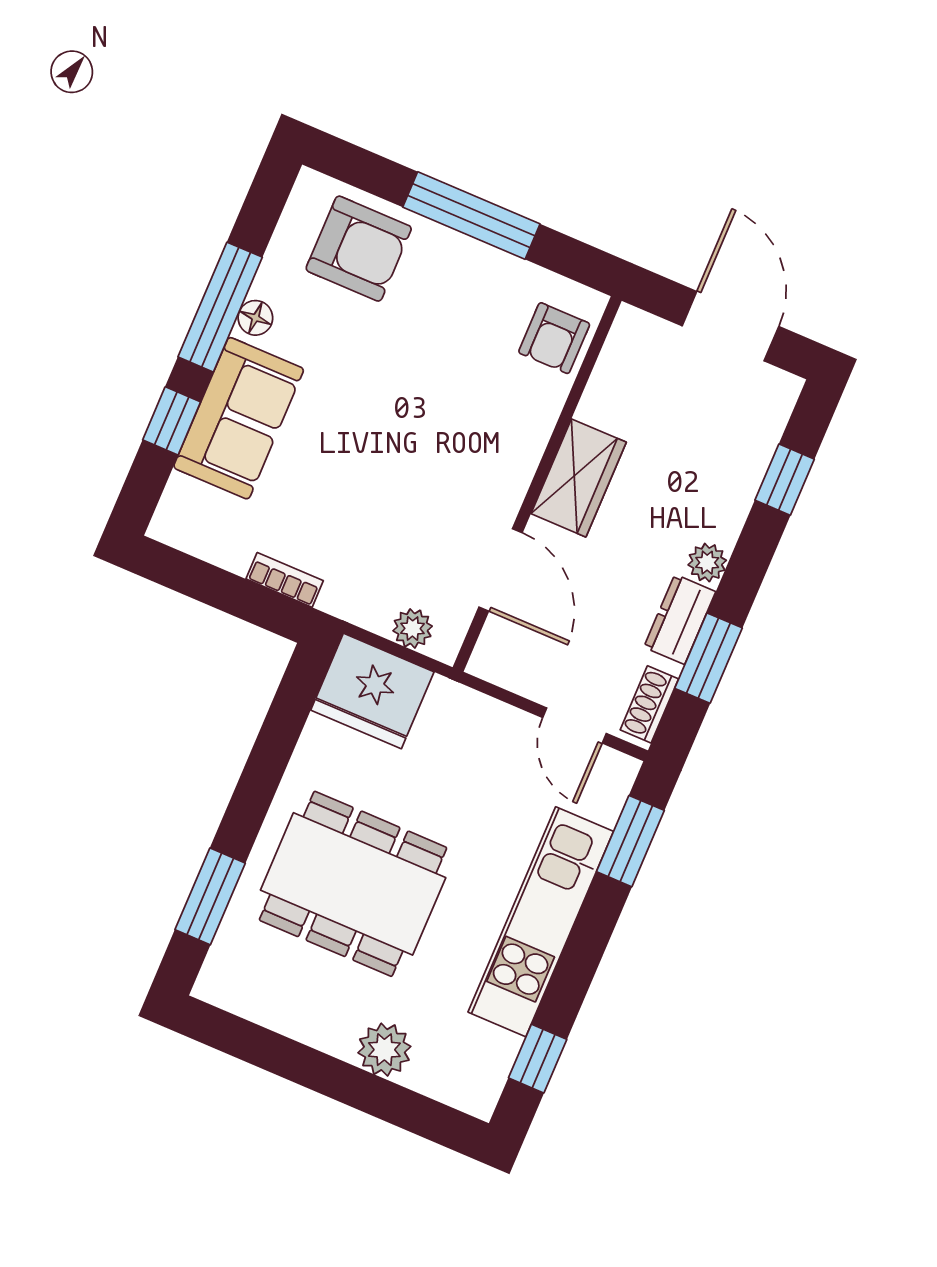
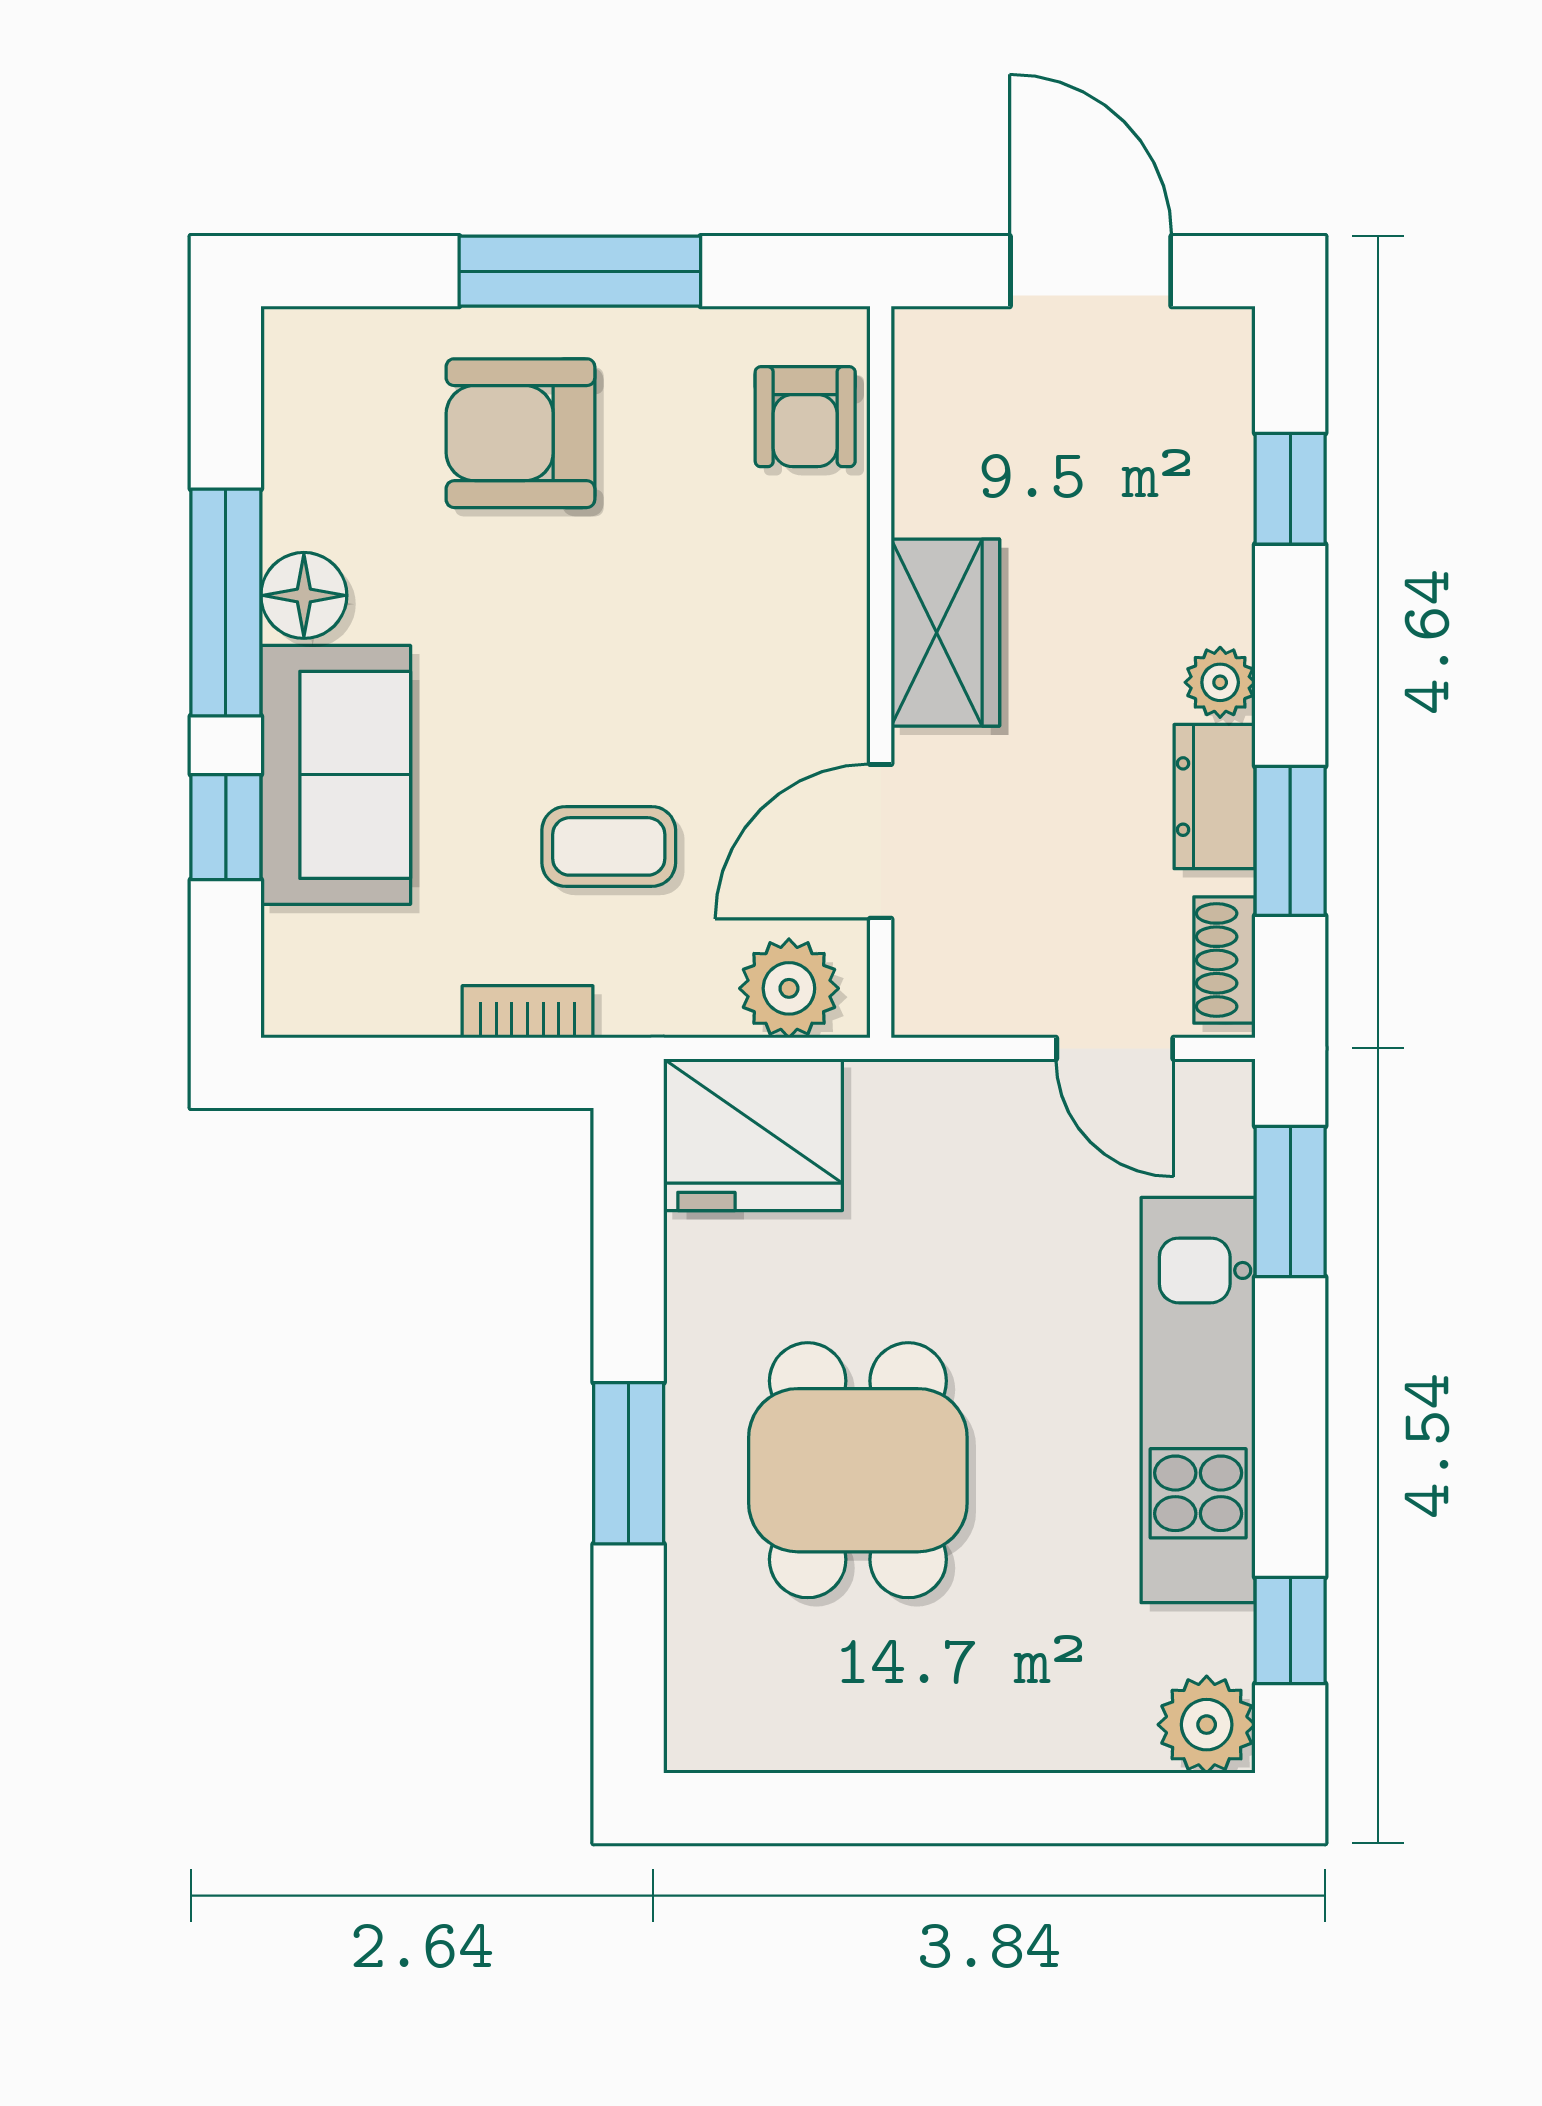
armchair: (359, 249) -> (520, 433), moved, turned 180
floor lamp: (255, 318) -> (304, 595), width x1.37, depth x1.37
coffee table: (362, 514) -> (609, 846), added
door: (501, 570) -> (881, 841), swing flipped
plant: (413, 628) -> (789, 988), width x1.38, depth x1.38
dining table: (353, 884) -> (858, 1470), width x0.73
window: (210, 896) -> (629, 1463), moved
plant: (384, 1050) -> (1207, 1725), moved

